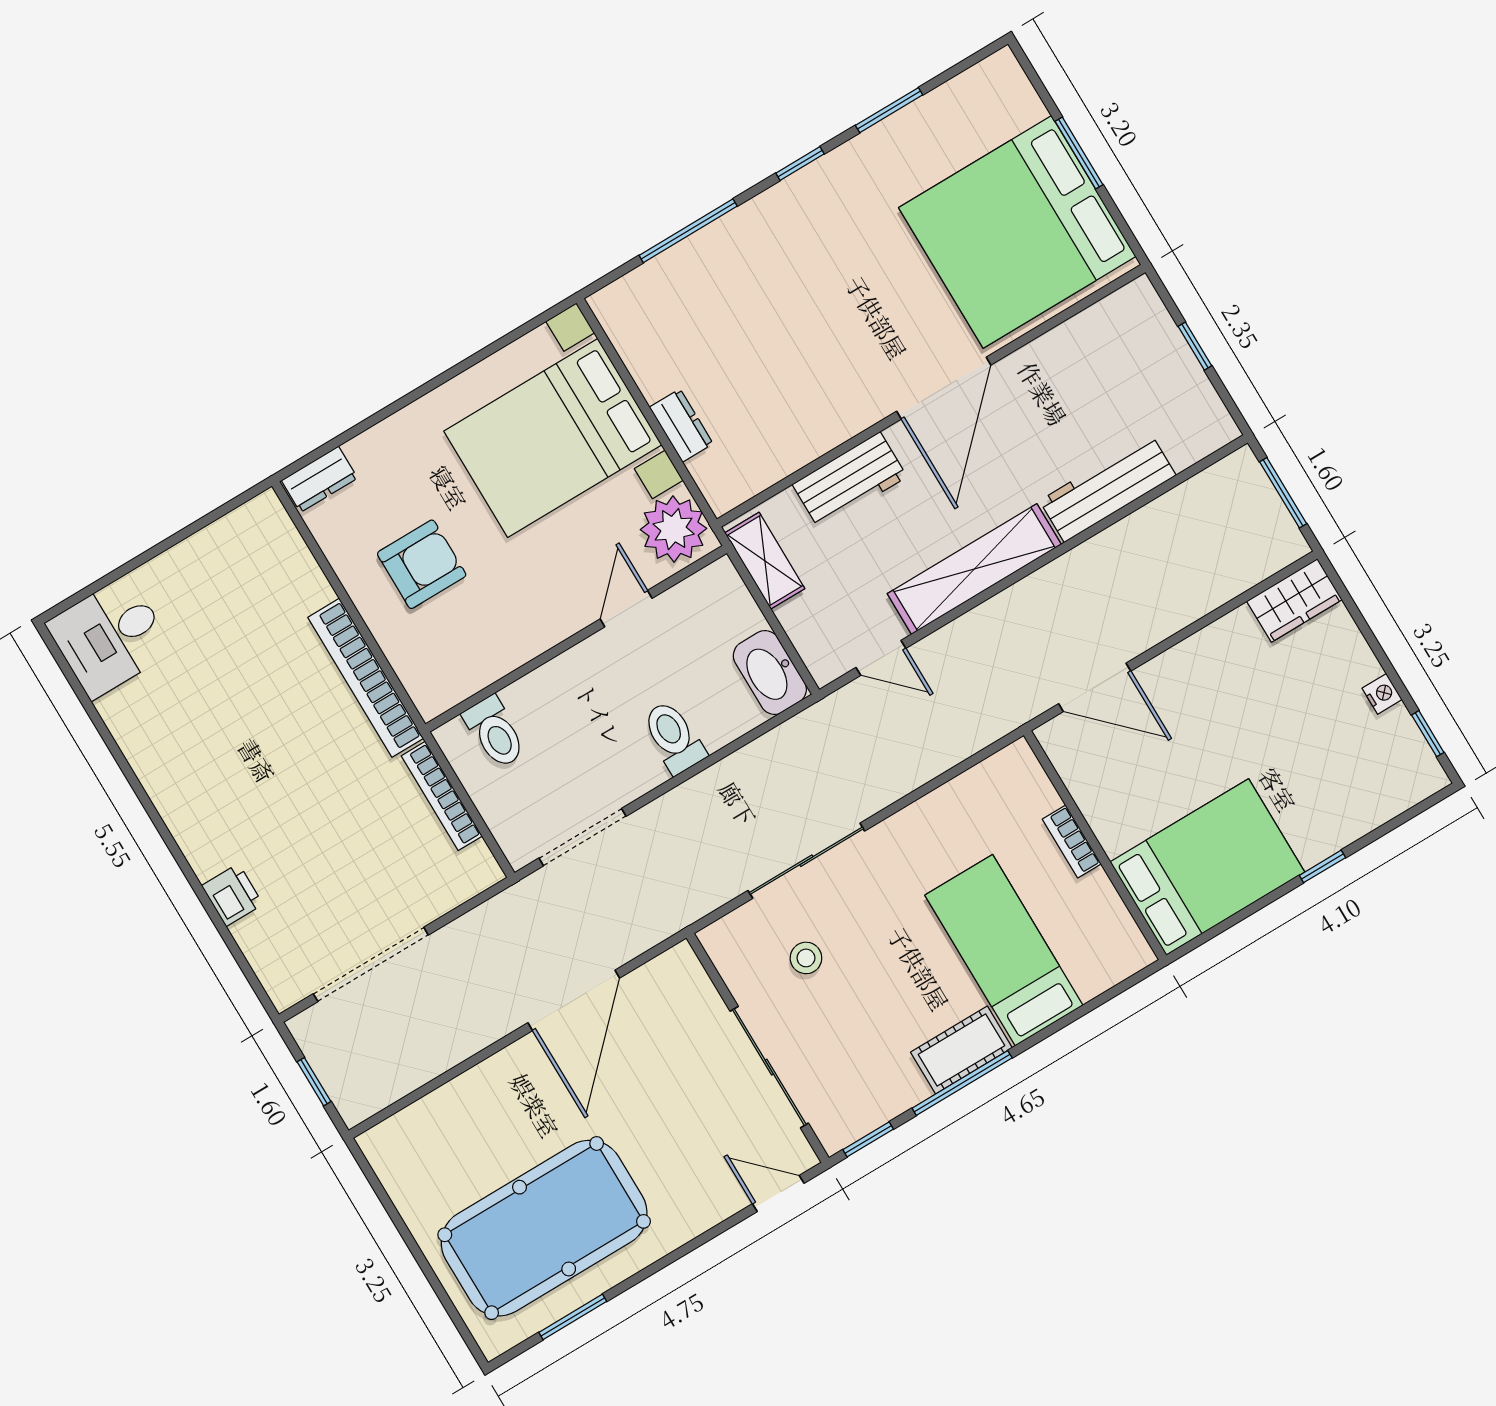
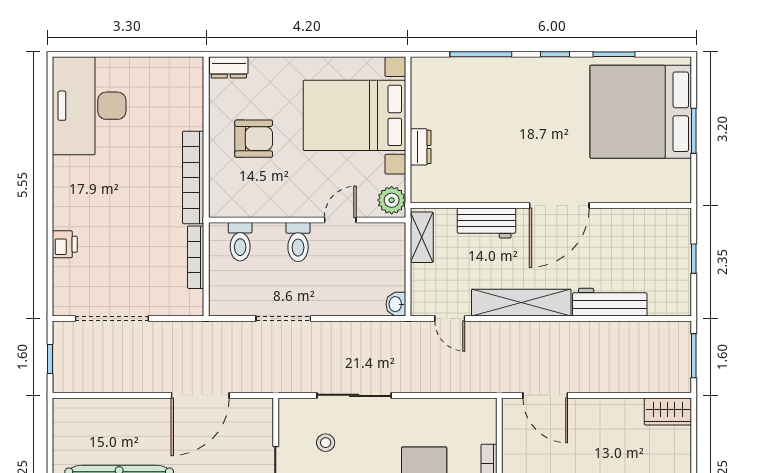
bed: (1017, 232) -> (641, 112), moved
plant: (674, 529) -> (392, 200), width x0.73, depth x0.73
desk: (110, 637) -> (89, 106), width x1.87, depth x1.30
washbasin: (770, 672) -> (396, 304), width x0.52, depth x0.69
toilet: (674, 737) -> (298, 242), moved, turned 180
doorway: (583, 837) -> (283, 319), moved

